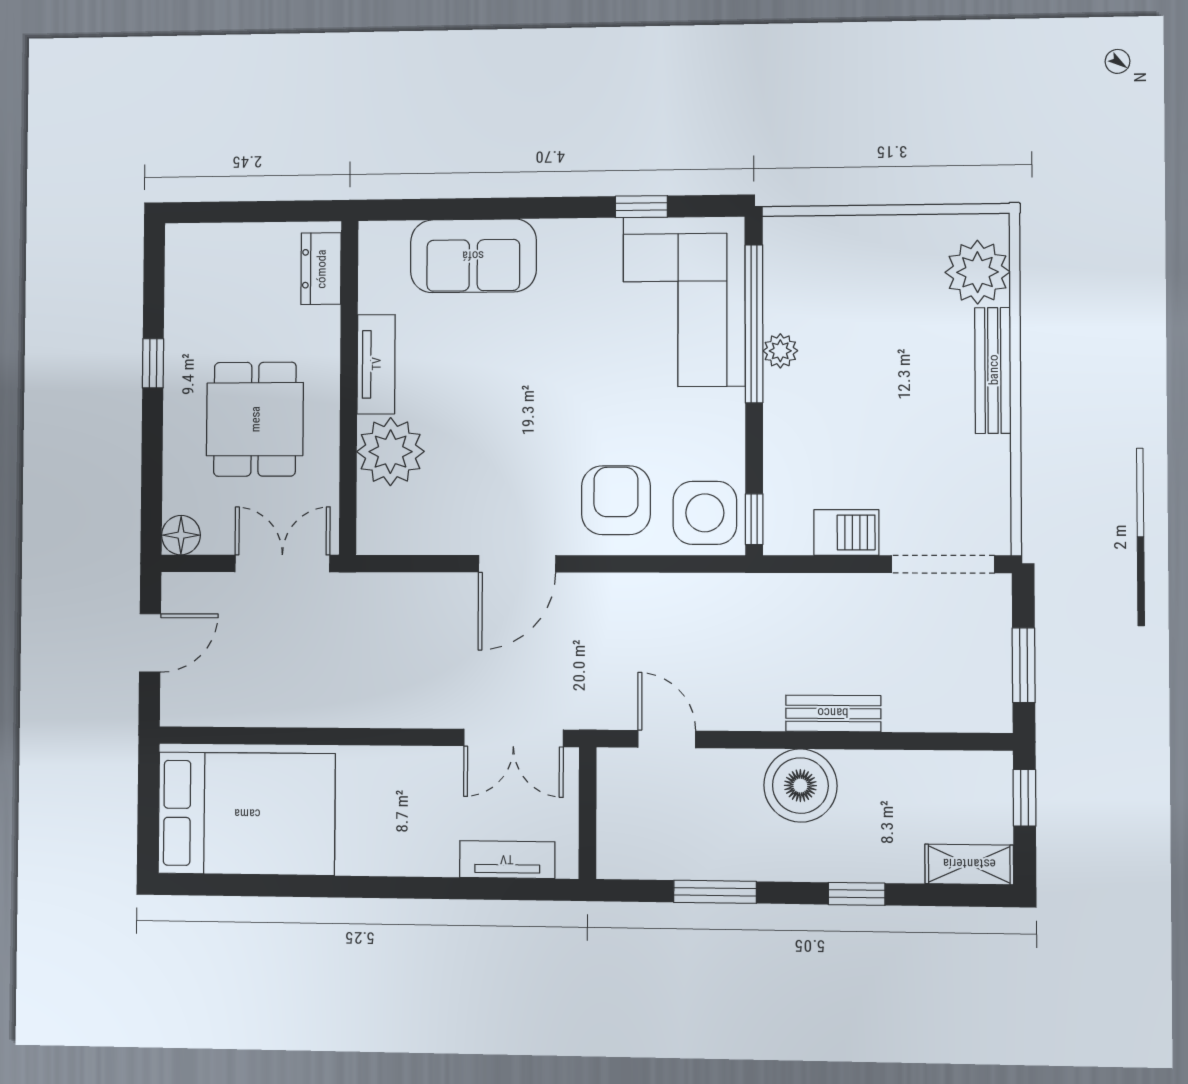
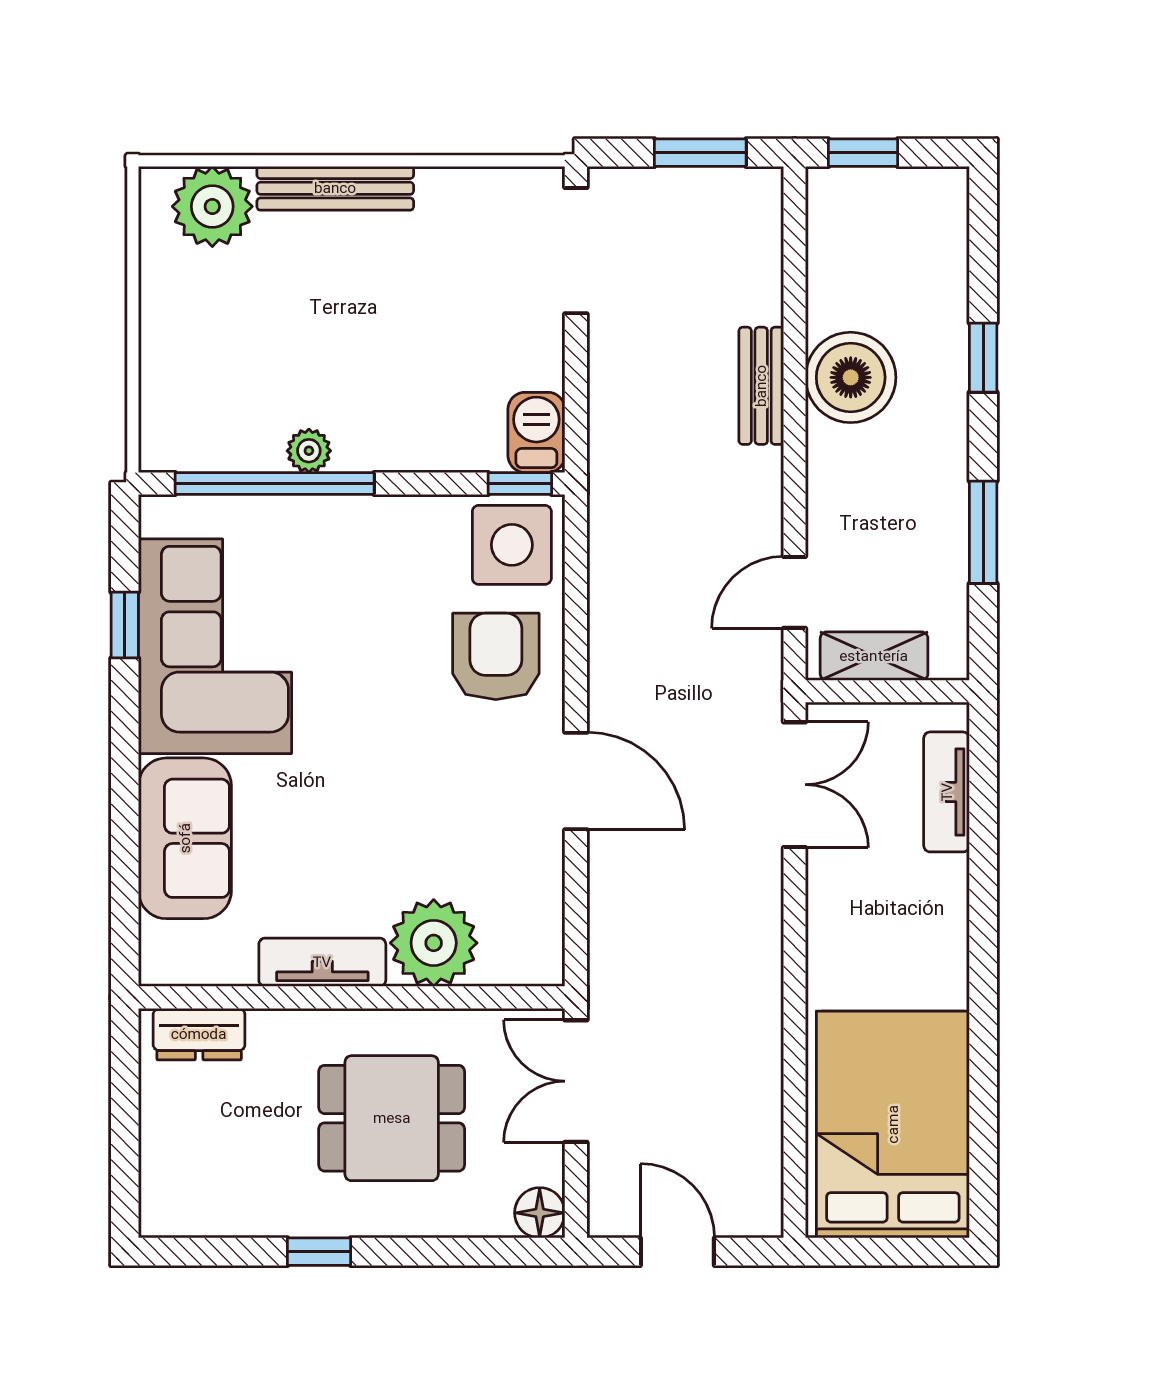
corner sofa: (684, 302) -> (215, 646), moved, turned -90
armchair: (616, 500) -> (496, 656), turned 90
barbecue: (846, 532) -> (536, 432), moved
boiler: (800, 786) -> (851, 377), moved
shelving: (969, 864) -> (874, 656), moved, turned 90

